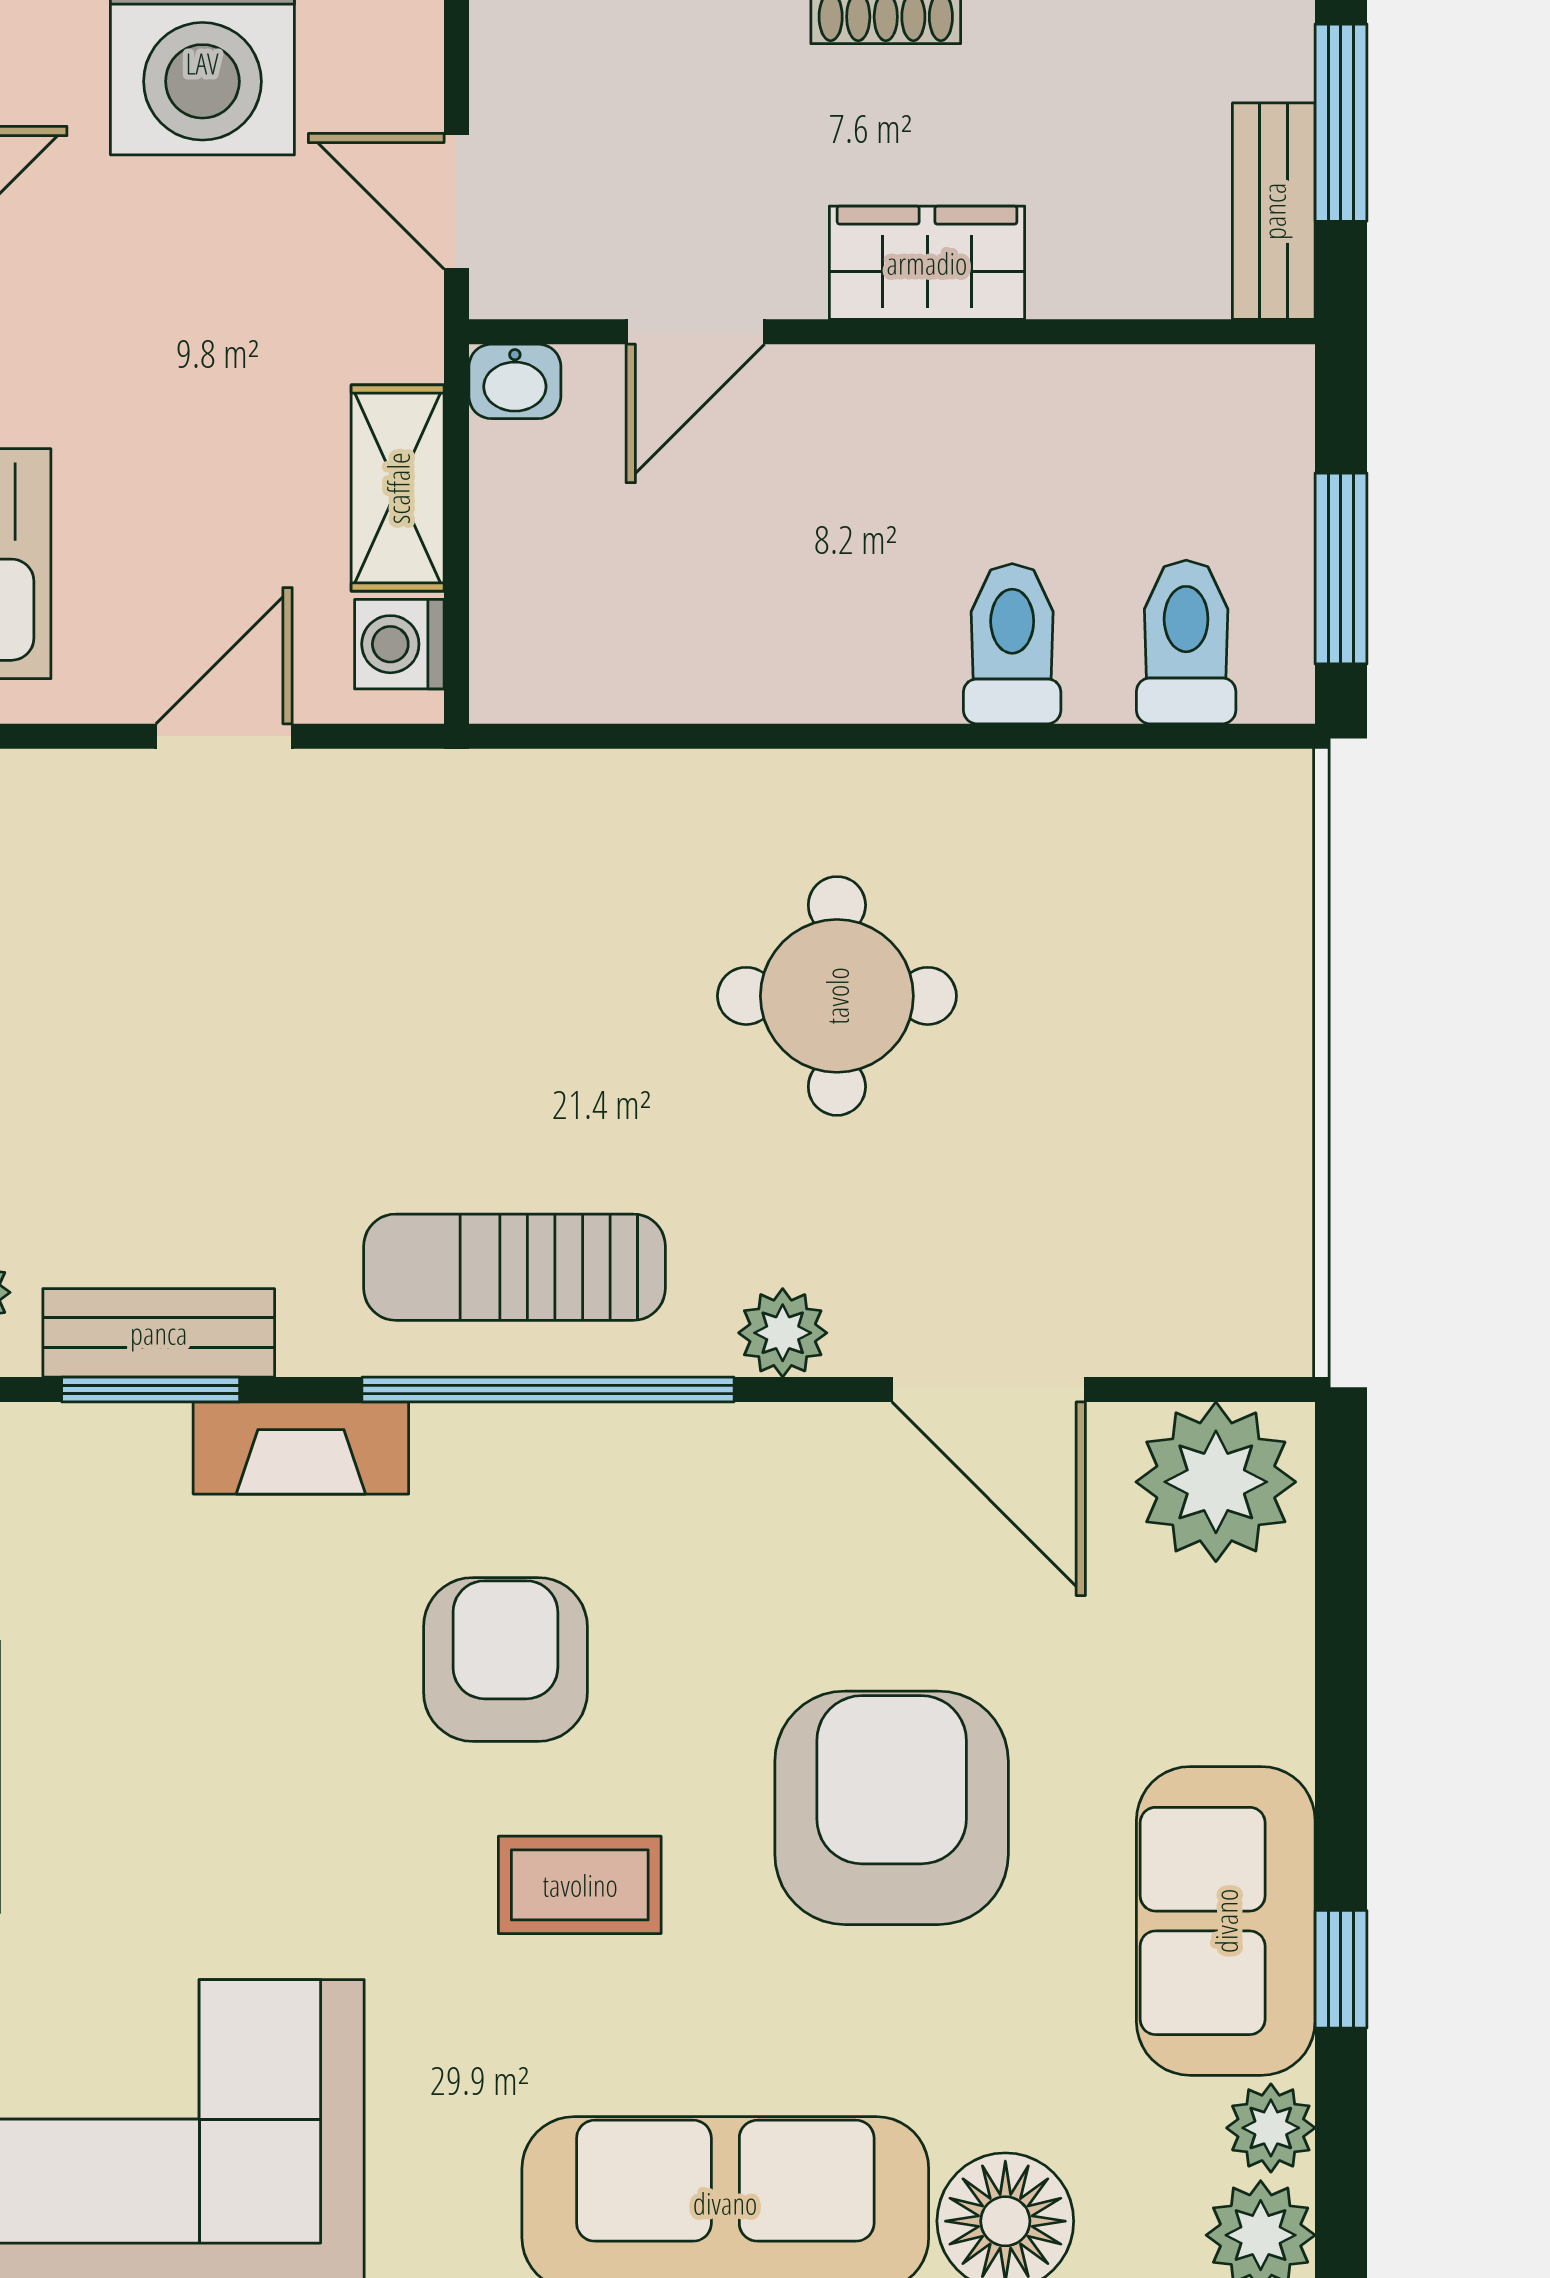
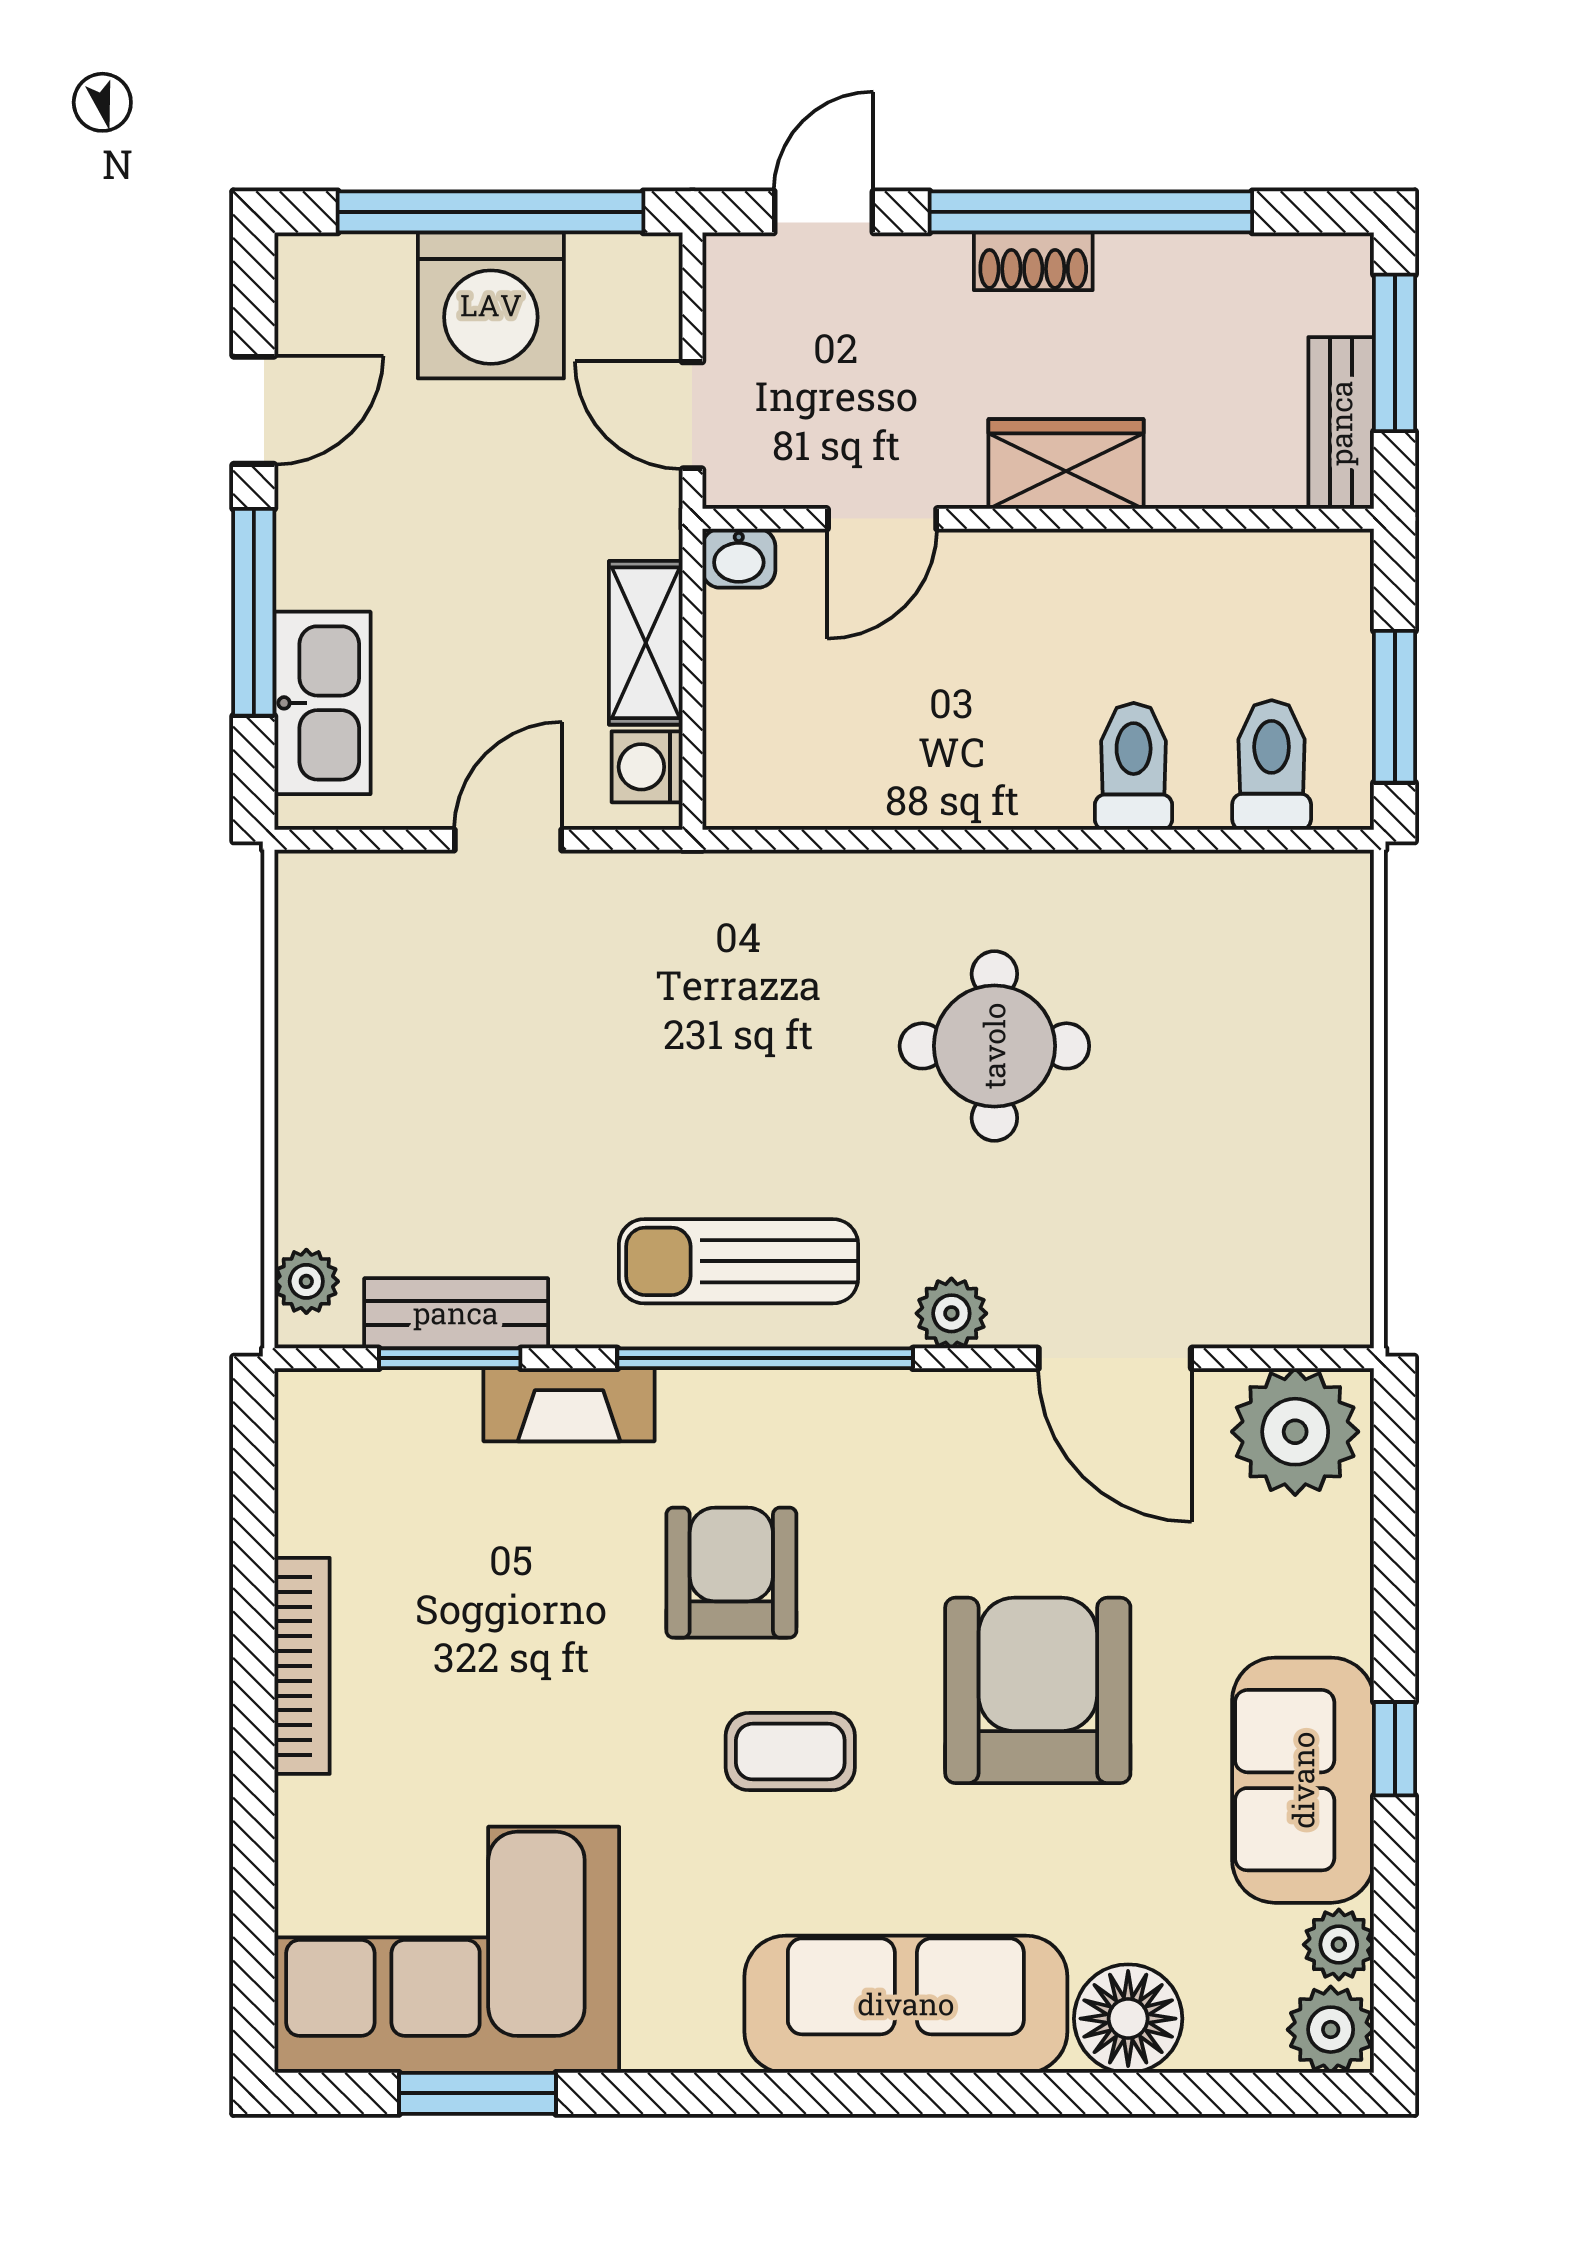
window: (1341, 1969) -> (1395, 1749), moved

